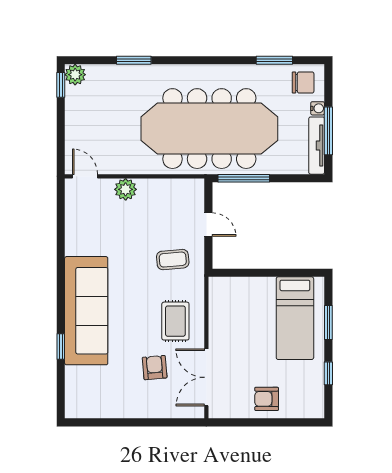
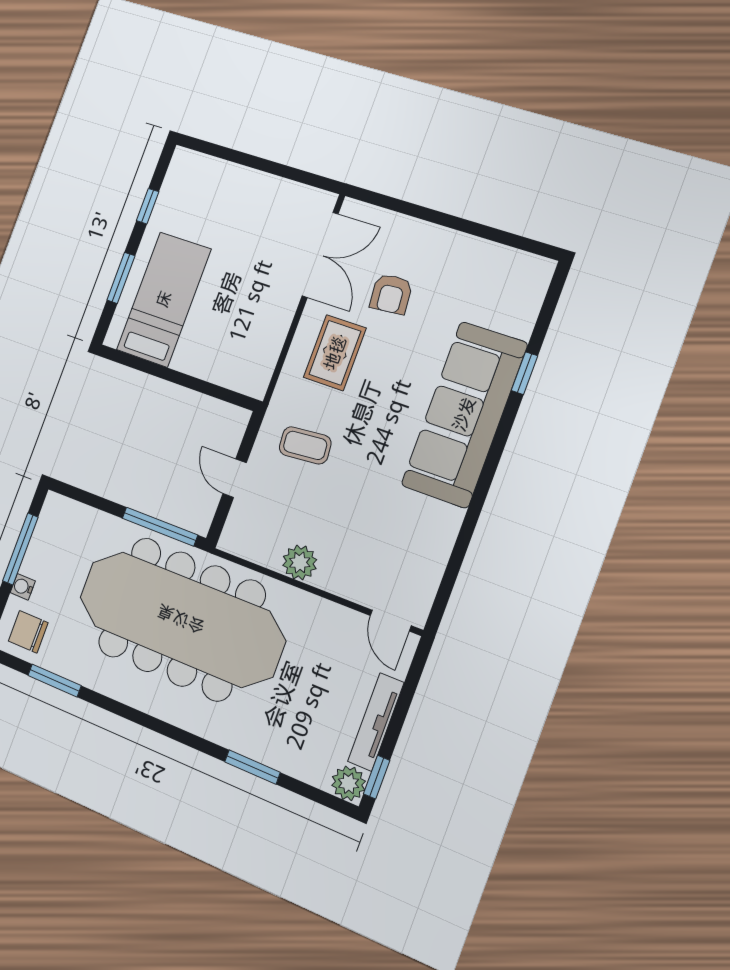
tv unit: (317, 146) -> (376, 722), moved, turned 180
plant: (126, 189) -> (300, 562), moved
armchair: (267, 399) -> (246, 197), removed

